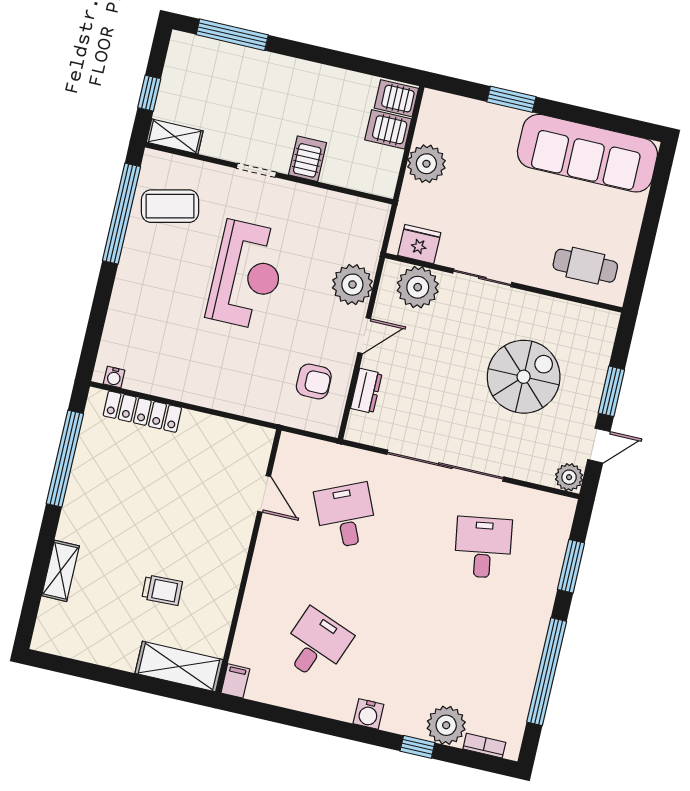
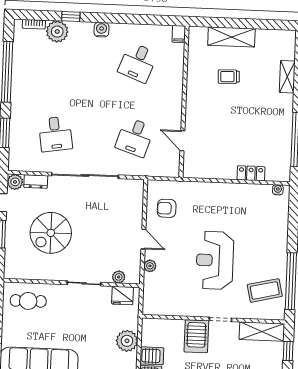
shelving: (175, 136) -> (262, 331), width x1.50, depth x1.33
server rack: (308, 159) -> (196, 336), width x1.36, depth x1.44
plant: (352, 285) -> (150, 266), width x0.53, depth x0.53
plant: (418, 287) -> (119, 277), width x0.53, depth x0.53
door: (364, 336) -> (143, 239), swing flipped
dresser: (366, 391) -> (36, 182), moved, turned -90
locker: (142, 412) -> (251, 173), width x0.66
desk: (346, 516) -> (135, 137), turned 42
shelving: (179, 666) -> (231, 37), moved

